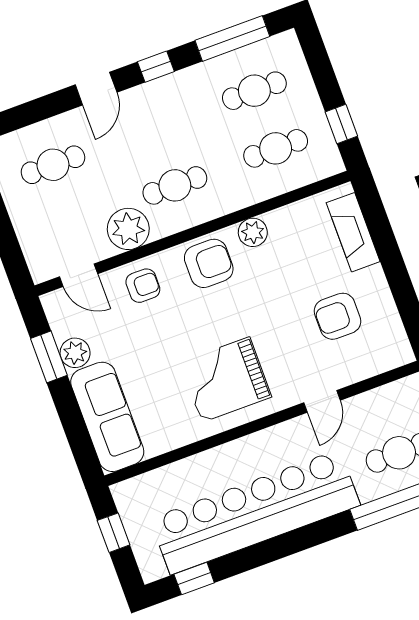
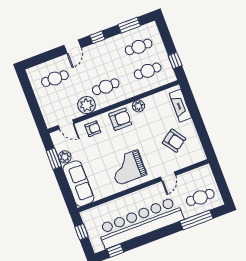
window: (232, 38) -> (129, 25), width x0.69
armchair: (338, 316) -> (174, 141), turned -125

